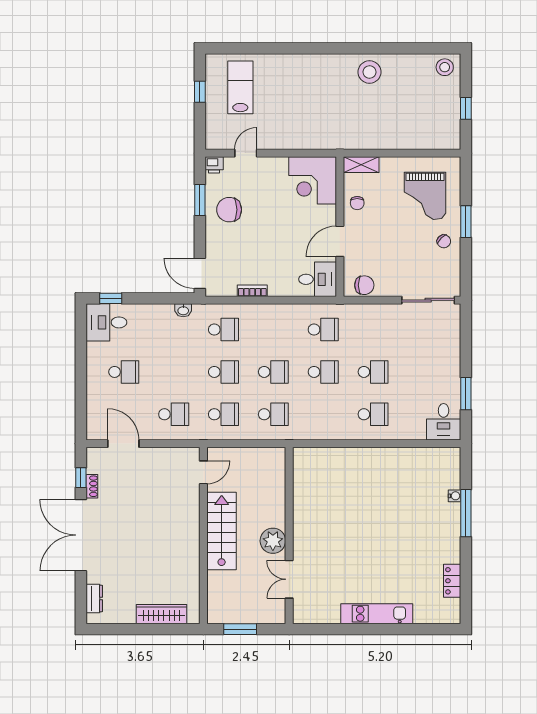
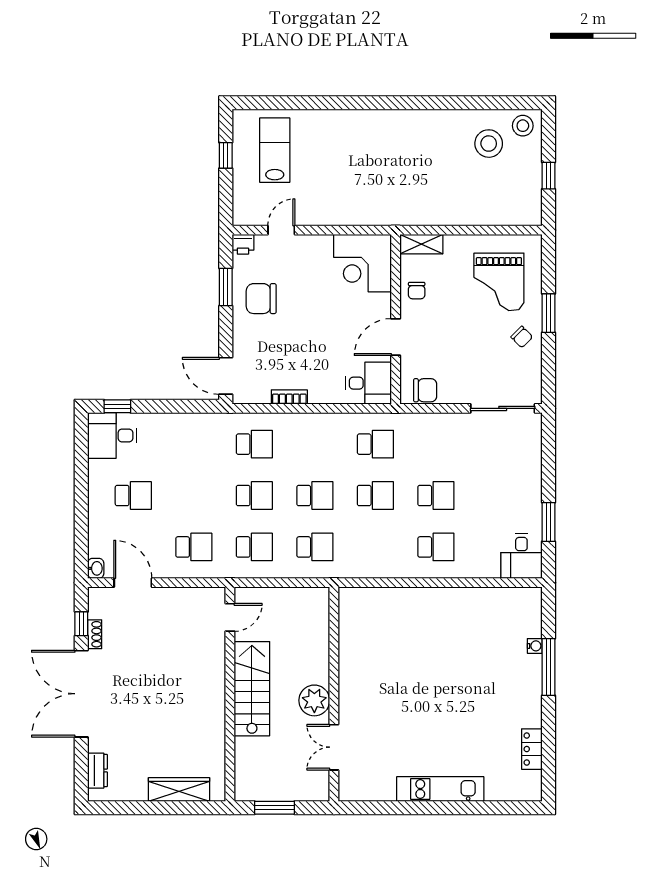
stool: (369, 72) -> (489, 144), moved
washbasin: (183, 310) -> (96, 568), moved, turned -90

